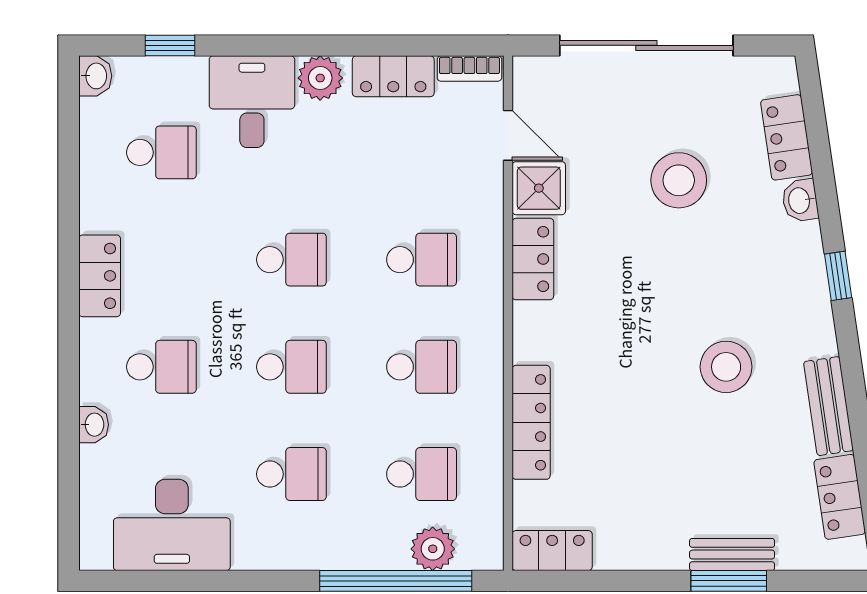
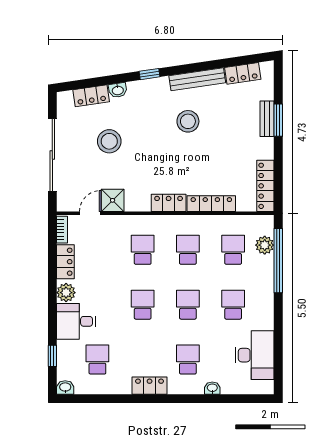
locker: (533, 259) -> (169, 203), moved
bench: (829, 406) -> (197, 79), width x1.36
locker: (552, 551) -> (265, 186), width x1.53

